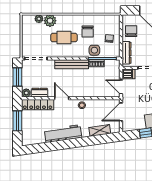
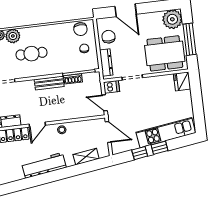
chair: (88, 31) -> (80, 29), moved
side table: (94, 50) -> (69, 64), removed
bench: (72, 64) -> (49, 83), width x0.73
door: (62, 98) -> (37, 125), swing flipped
door: (121, 112) -> (108, 132), swing flipped

